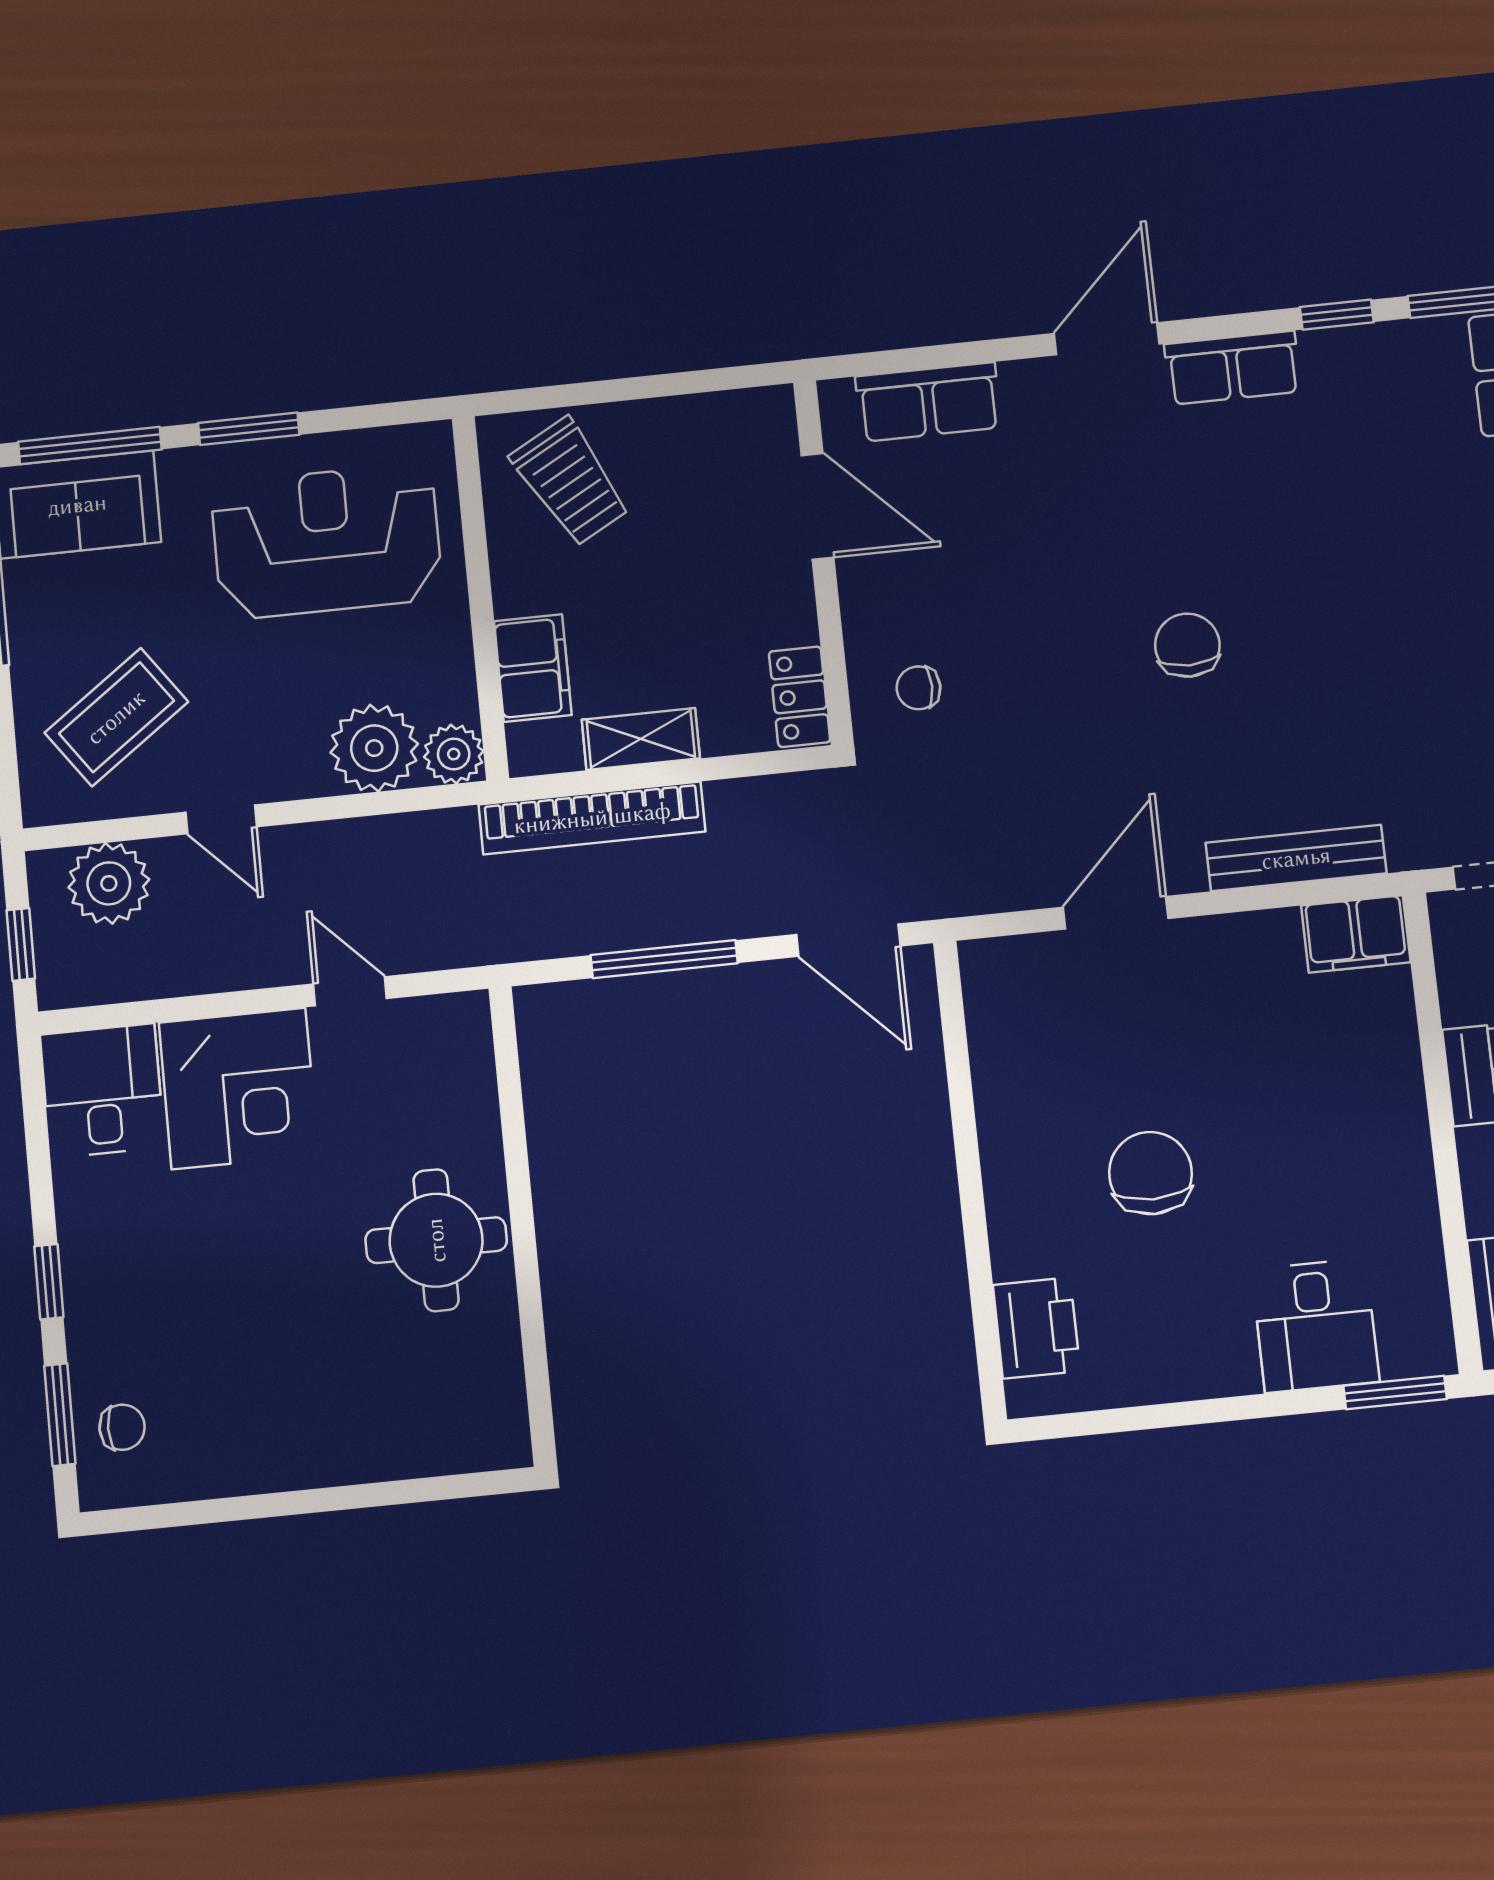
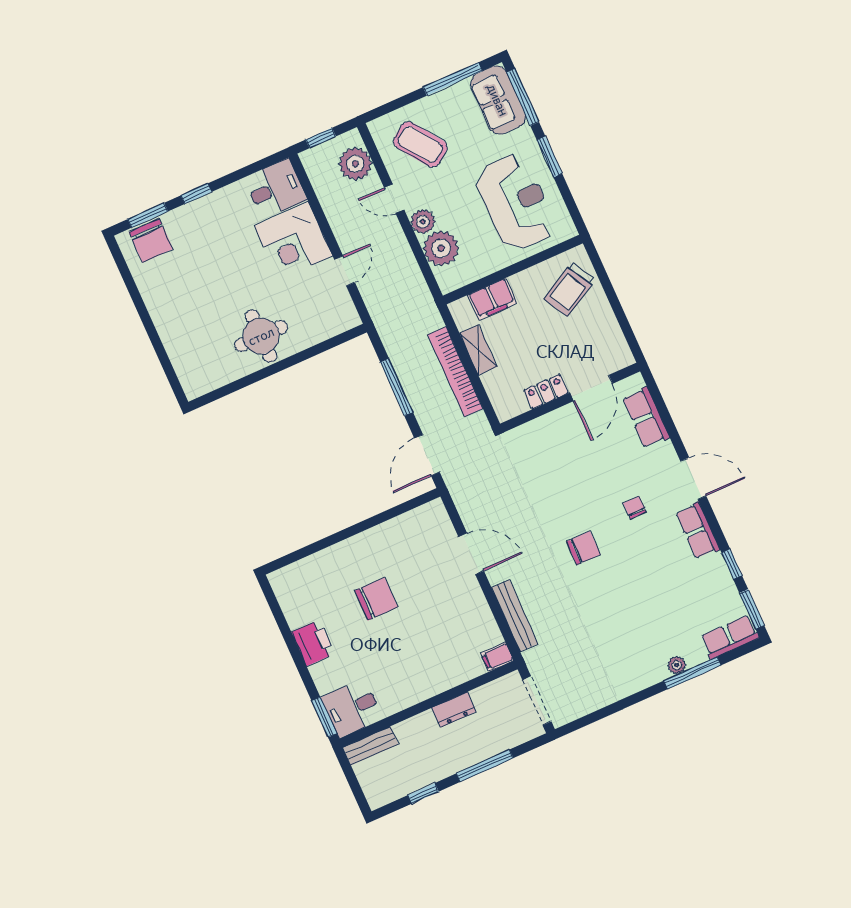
chair: (918, 688) -> (635, 507), moved
locker: (800, 697) -> (546, 392), moved
plant: (454, 754) -> (423, 222), moved
bookcase: (592, 818) -> (455, 372), moved
door: (221, 819) -> (394, 199), hinge flipped
filing cabinet: (1356, 934) -> (497, 657), width x0.50
desk: (1315, 1326) -> (352, 708), moved
printer: (1036, 1328) -> (313, 643), moved, turned -90
chair: (122, 1427) -> (151, 241), width x1.87, depth x1.87

